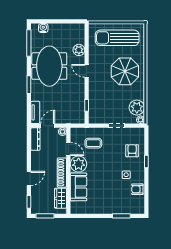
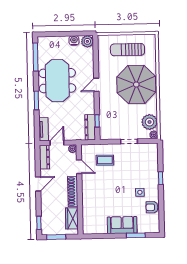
water cooler: (43, 28) -> (74, 40), moved
sun lounger: (117, 38) -> (127, 50), width x0.73, depth x0.75
plant: (79, 50) -> (87, 41), moved
door: (87, 71) -> (96, 85), hinge flipped
parasol: (125, 71) -> (136, 85), width x1.36, depth x1.36
dresser: (80, 111) -> (90, 127), added
armchair: (132, 151) -> (146, 167), removed
plant: (79, 164) -> (90, 182), removed
door: (29, 178) -> (38, 184), moved
sofa: (79, 187) -> (122, 225), moved, turned -90

